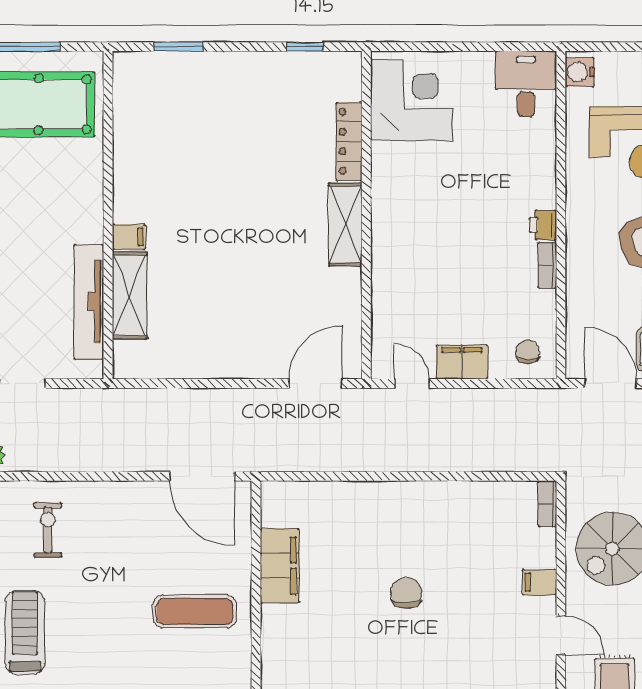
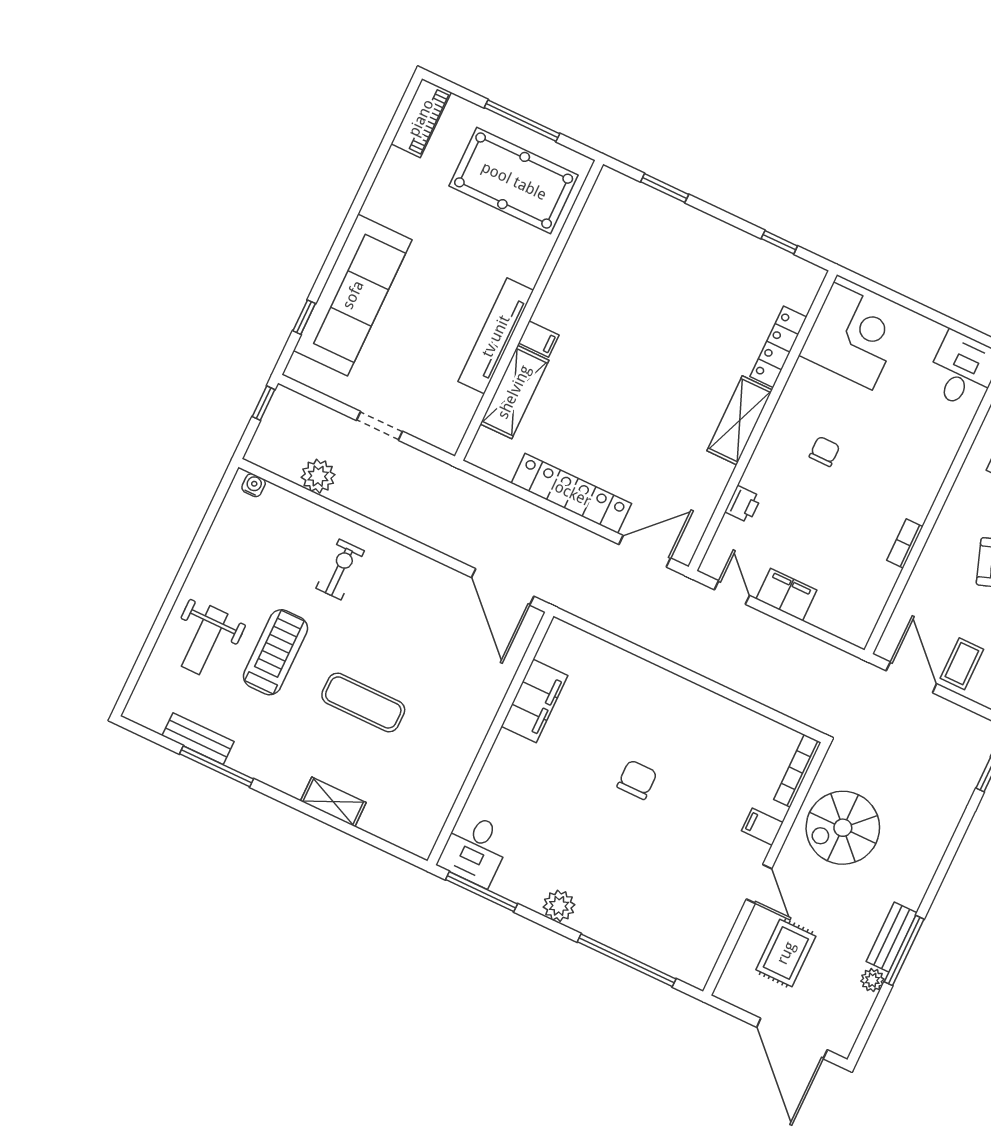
printer: (543, 225) -> (743, 504), moved, turned 180
tv unit: (89, 302) -> (496, 336), moved
chair: (528, 352) -> (824, 451), moved
locker: (224, 362) -> (571, 493), added
bookcase: (547, 504) -> (797, 771), width x1.56
exercise mat: (195, 611) -> (363, 702), moved

